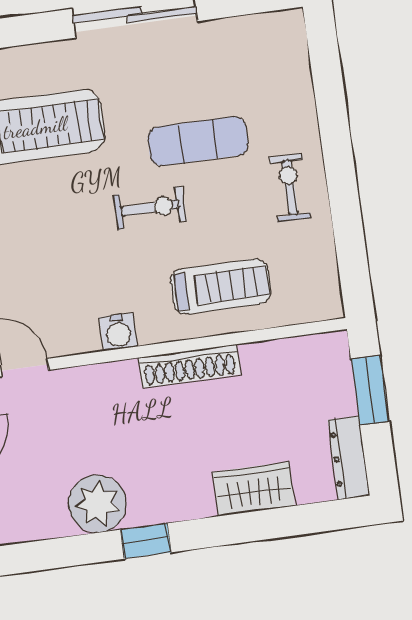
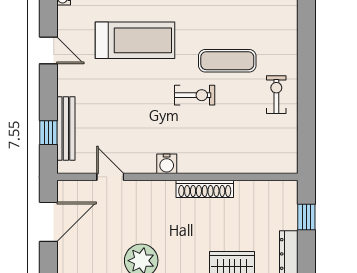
treadmill: (221, 287) -> (229, 146), removed
window: (370, 390) -> (306, 217), width x0.67

